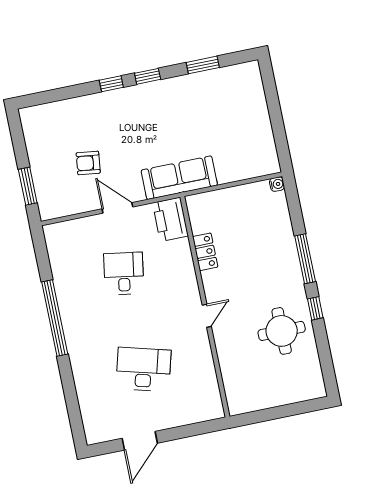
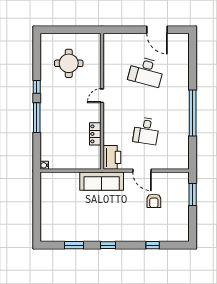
window: (111, 84) -> (153, 245), moved
armchair: (88, 163) -> (154, 201), turned 83
round table: (282, 331) -> (69, 63), moved
door: (140, 441) -> (157, 30), swing flipped

